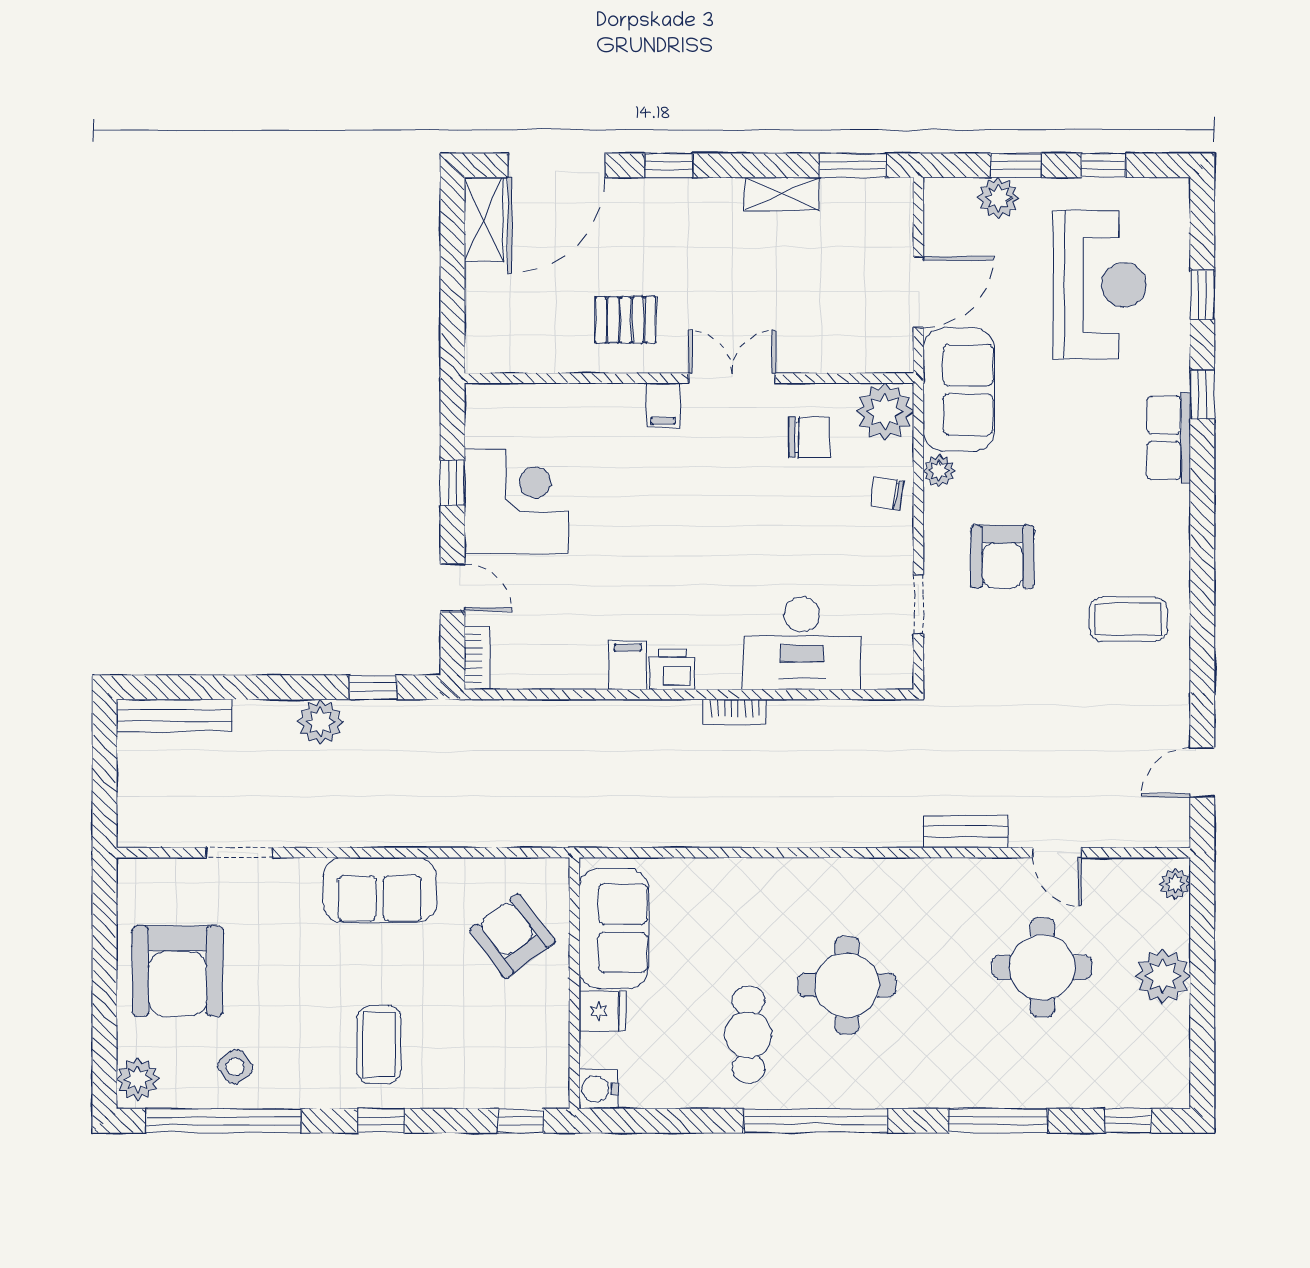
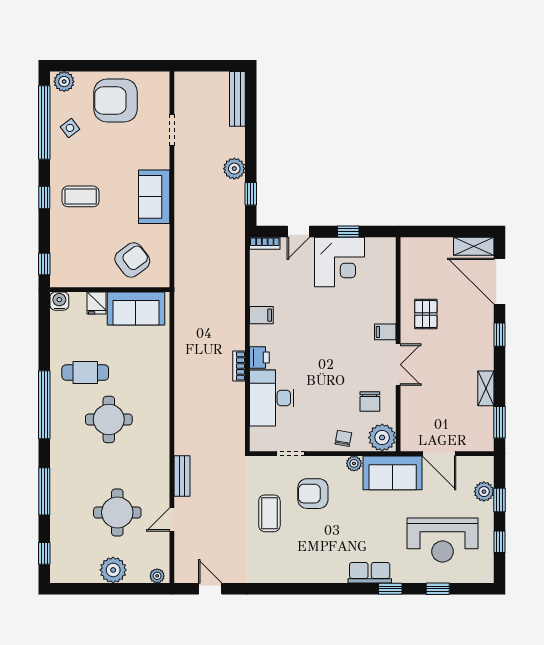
coffee table: (1128, 619) -> (269, 513), moved
printer: (672, 669) -> (259, 357), moved

